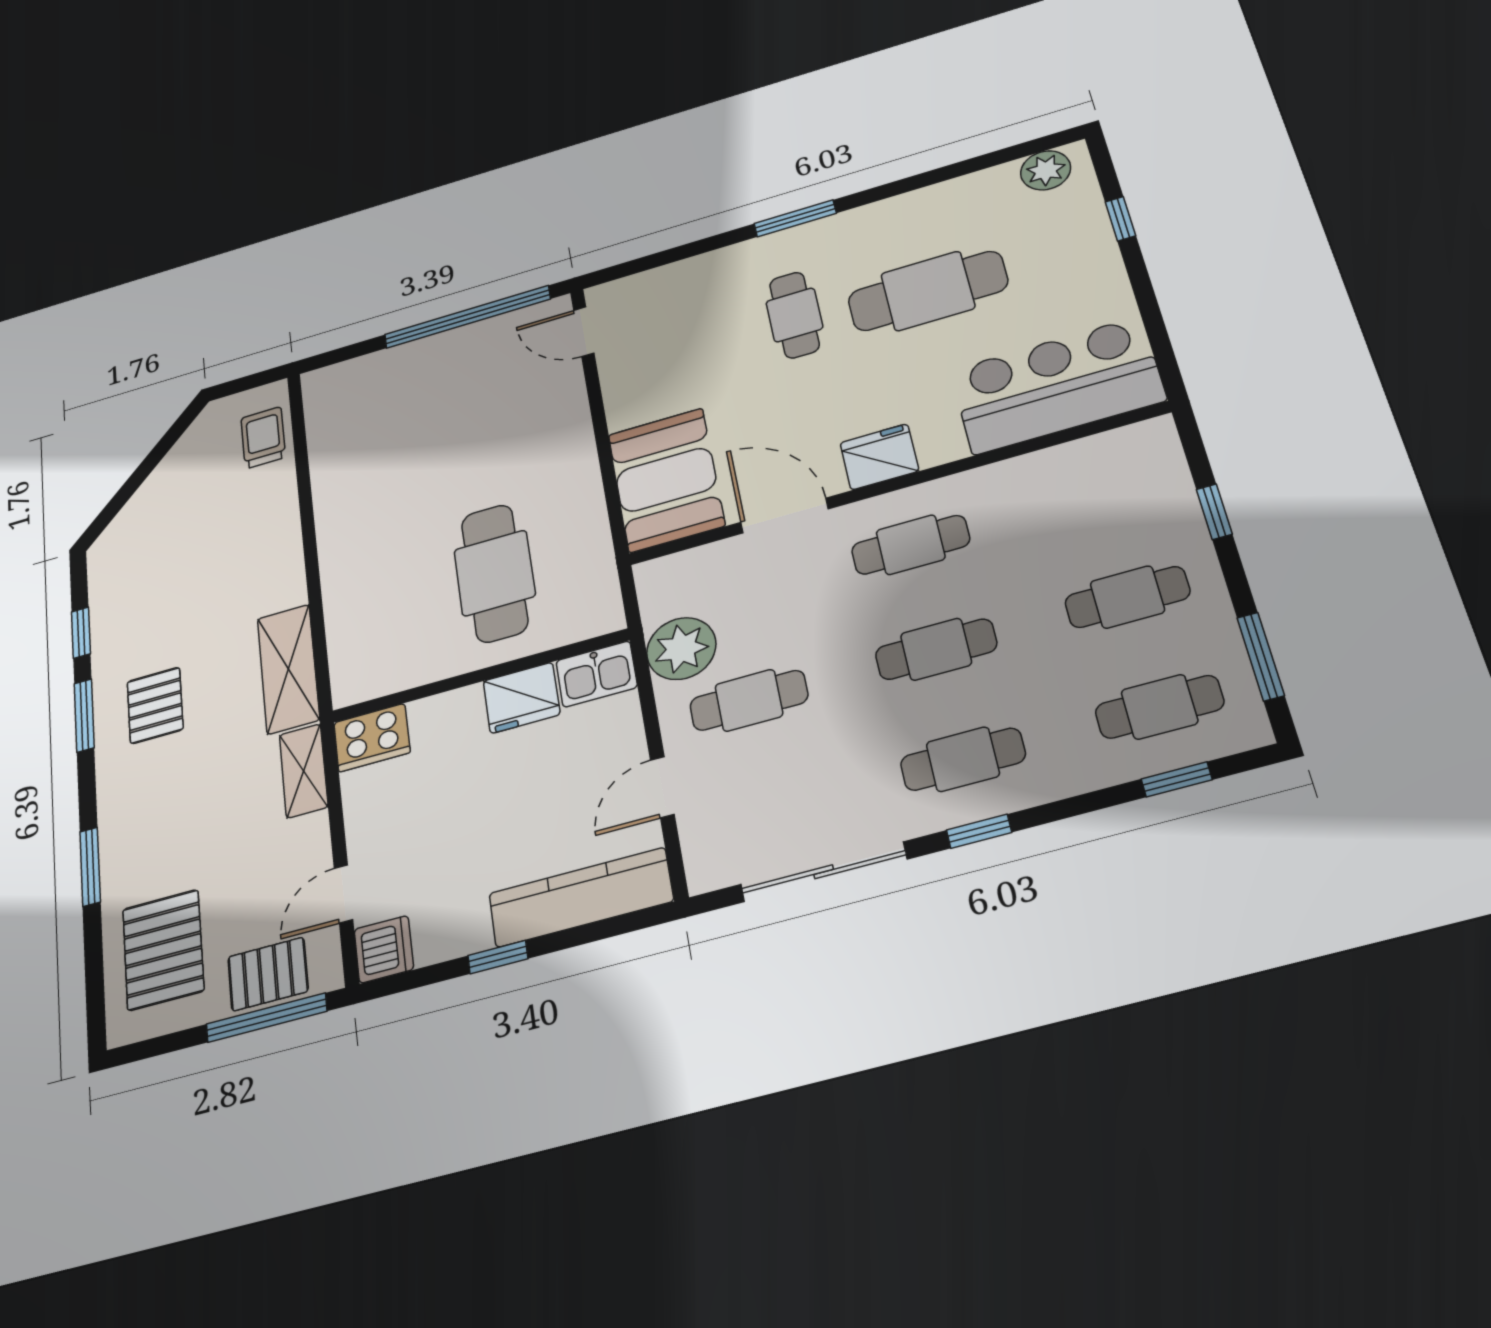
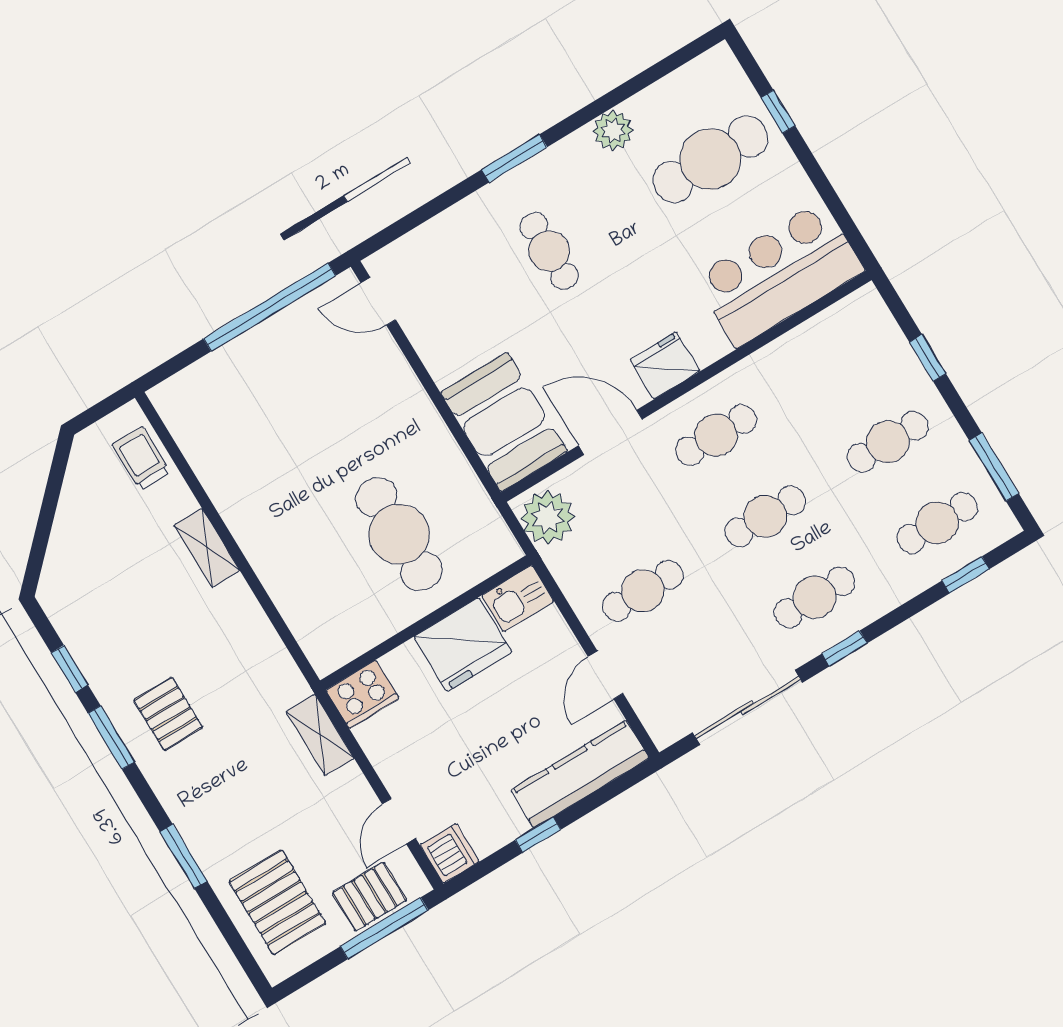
plant: (1046, 170) -> (613, 131), moved
cafe table: (928, 291) -> (710, 159), moved
plant: (681, 649) -> (548, 517), moved
shelving: (288, 669) -> (207, 548), moved, width x0.67, depth x0.75
fridge: (522, 698) -> (463, 645), width x1.36, depth x1.34

